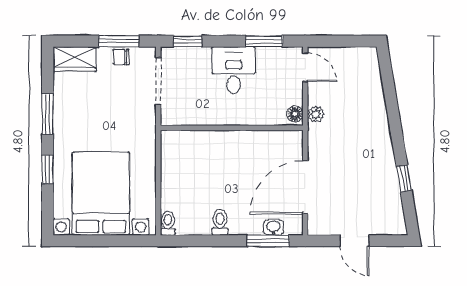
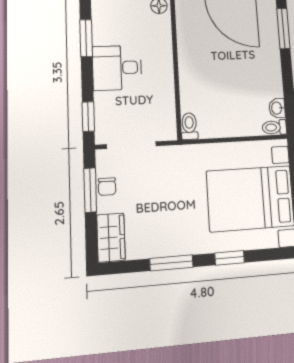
toilet: (220, 222) -> (189, 126), moved, turned 90
washbasin: (273, 227) -> (277, 108), moved

